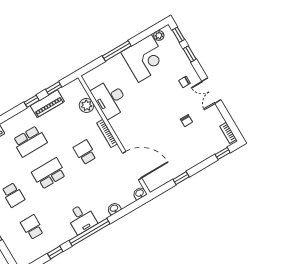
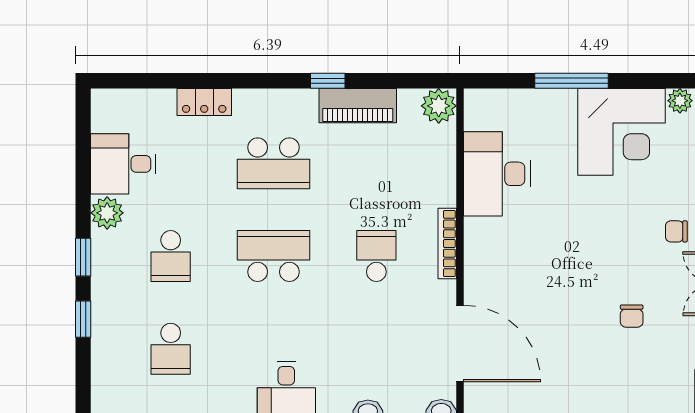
window: (54, 88) -> (391, 81), removed
plant: (87, 105) -> (439, 106), moved
school desk: (32, 227) -> (171, 349), turned 180

